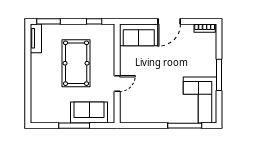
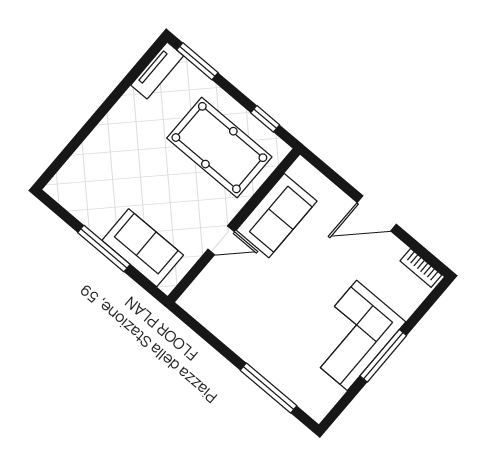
sofa: (139, 35) -> (277, 216), moved, turned -90
pool table: (76, 63) -> (219, 148), moved, turned 90
corner sofa: (200, 100) -> (352, 335), moved

